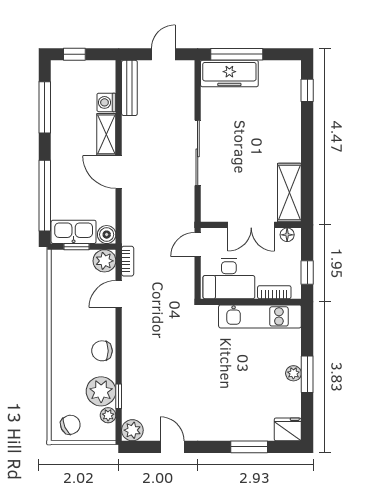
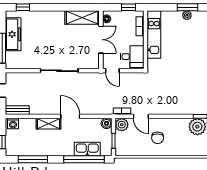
freezer: (229, 74) -> (13, 34), moved
bench: (129, 88) -> (17, 110), width x0.73
washing machine: (106, 102) -> (13, 124), moved
door: (119, 172) -> (70, 116), swing flipped
kitchen sink: (74, 232) -> (87, 149), moved, turned 90
desk: (229, 279) -> (132, 57), width x0.73
chair: (102, 351) -> (158, 138), moved

